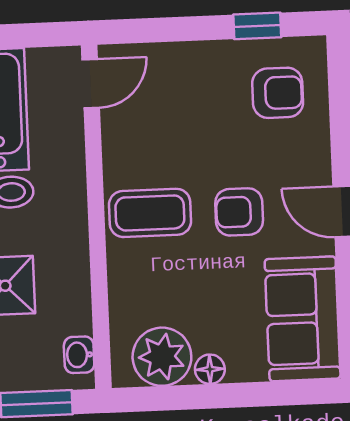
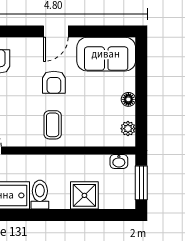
coffee table: (150, 213) -> (53, 125), width x0.73, depth x0.77
plant: (162, 357) -> (128, 129), width x0.53, depth x0.53

